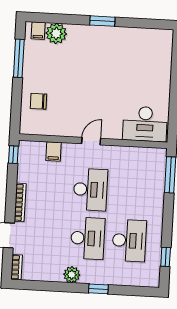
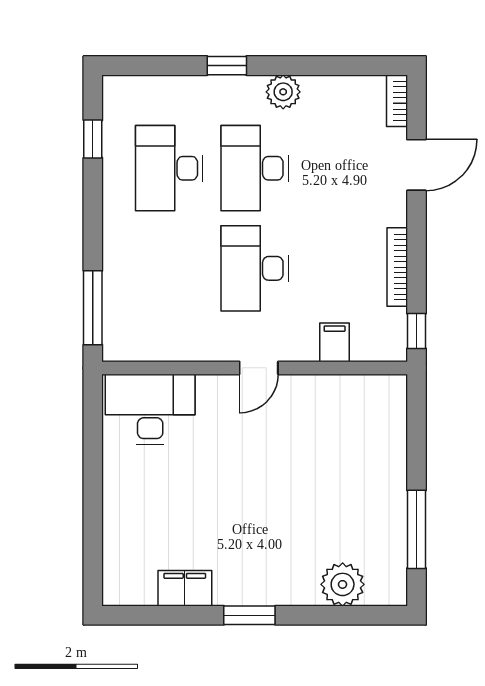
filing cabinet: (38, 31) -> (185, 588), moved, width x2.00
chair: (38, 101) -> (371, 443), removed
bookcase: (20, 202) -> (397, 267), moved

